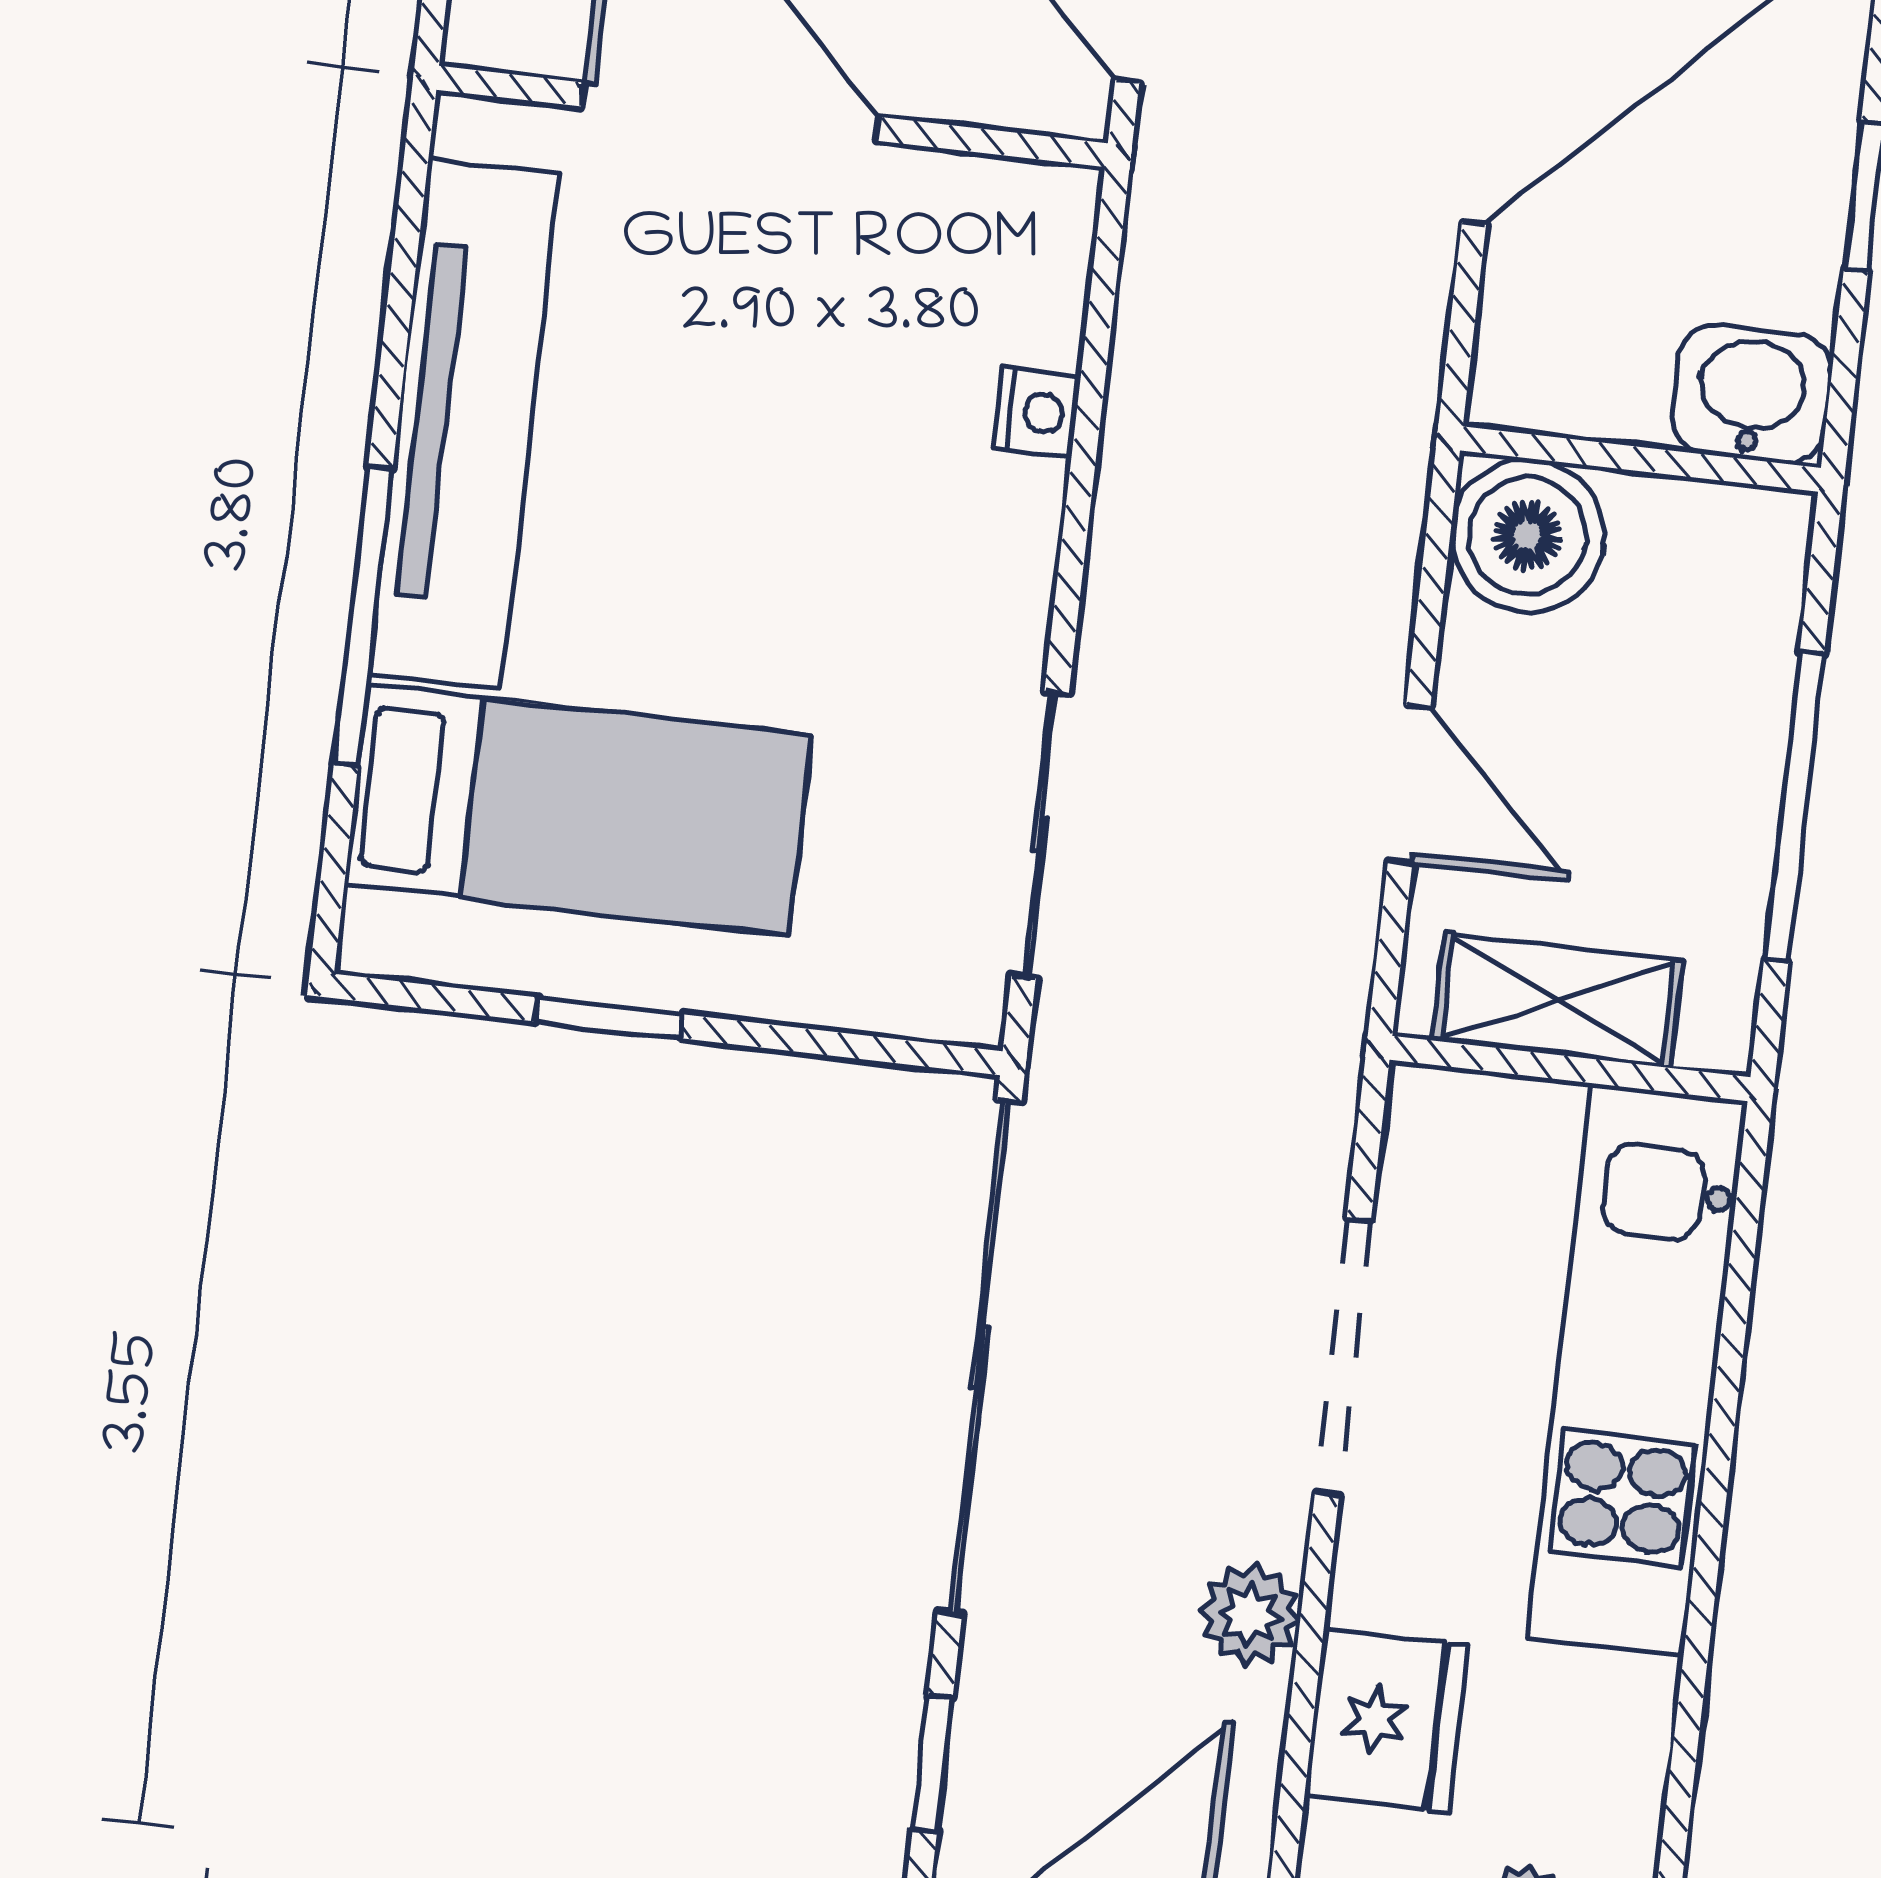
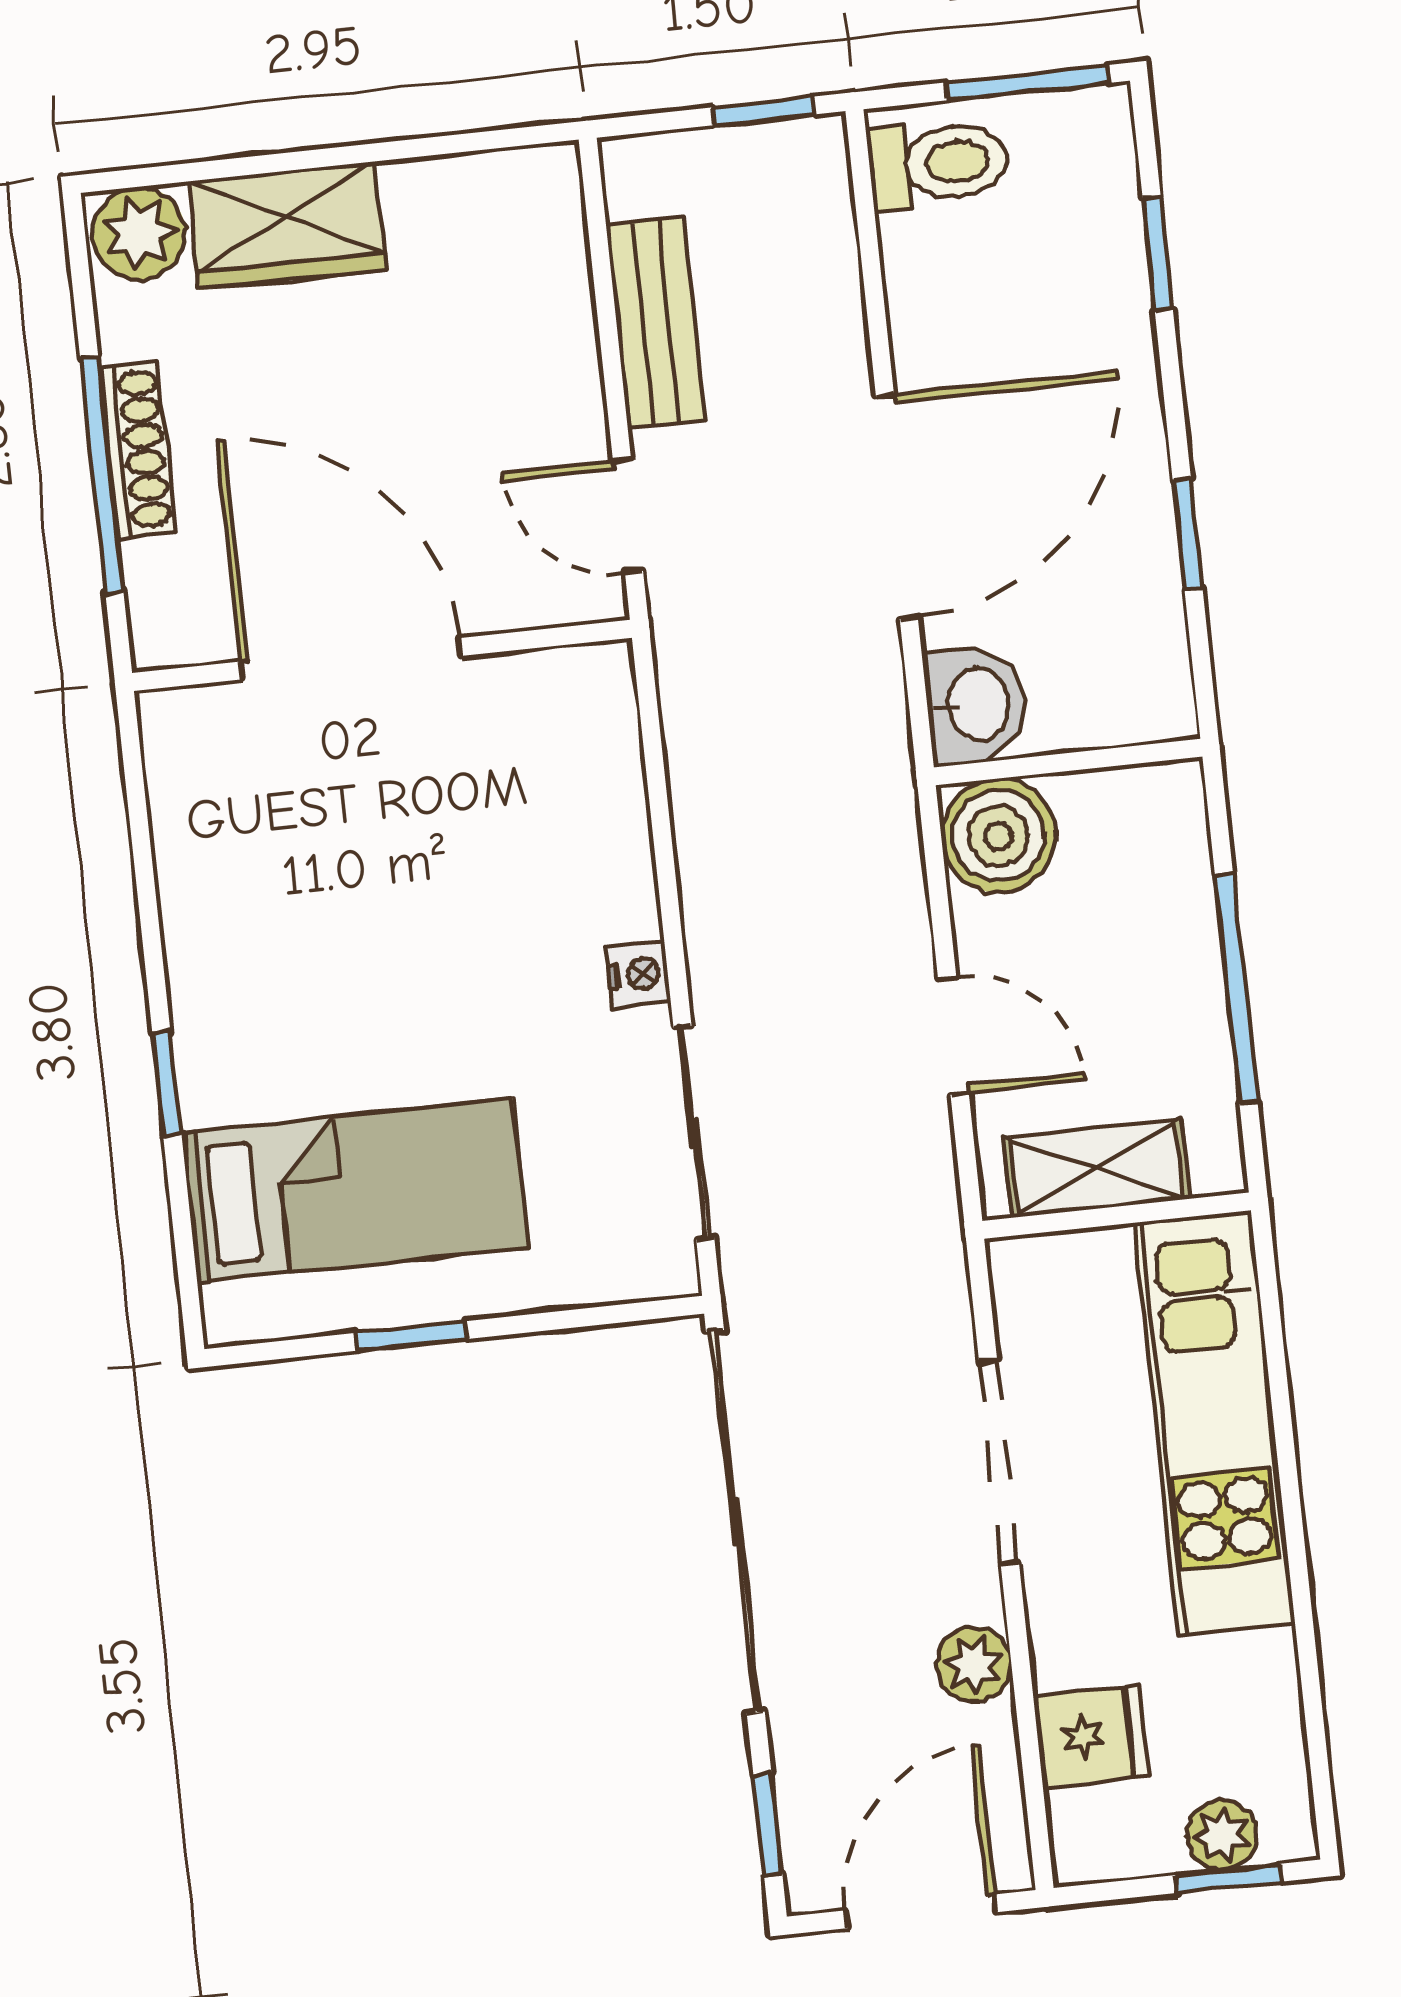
washbasin: (1752, 394) -> (976, 705), moved, turned 90
nightstand: (1037, 412) -> (639, 974), moved
tv unit: (464, 424) -> (209, 929), removed
window: (363, 616) -> (167, 1085), width x0.46
fridge: (1386, 1721) -> (1092, 1736), width x0.72

